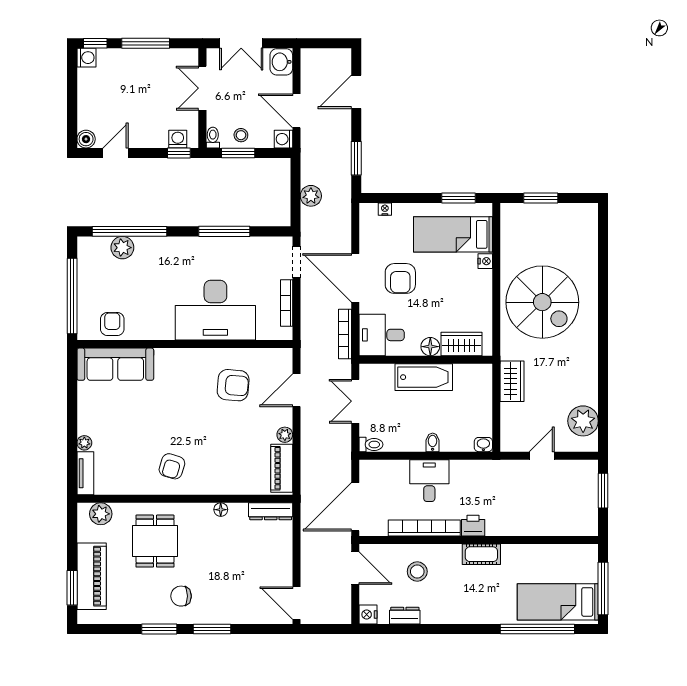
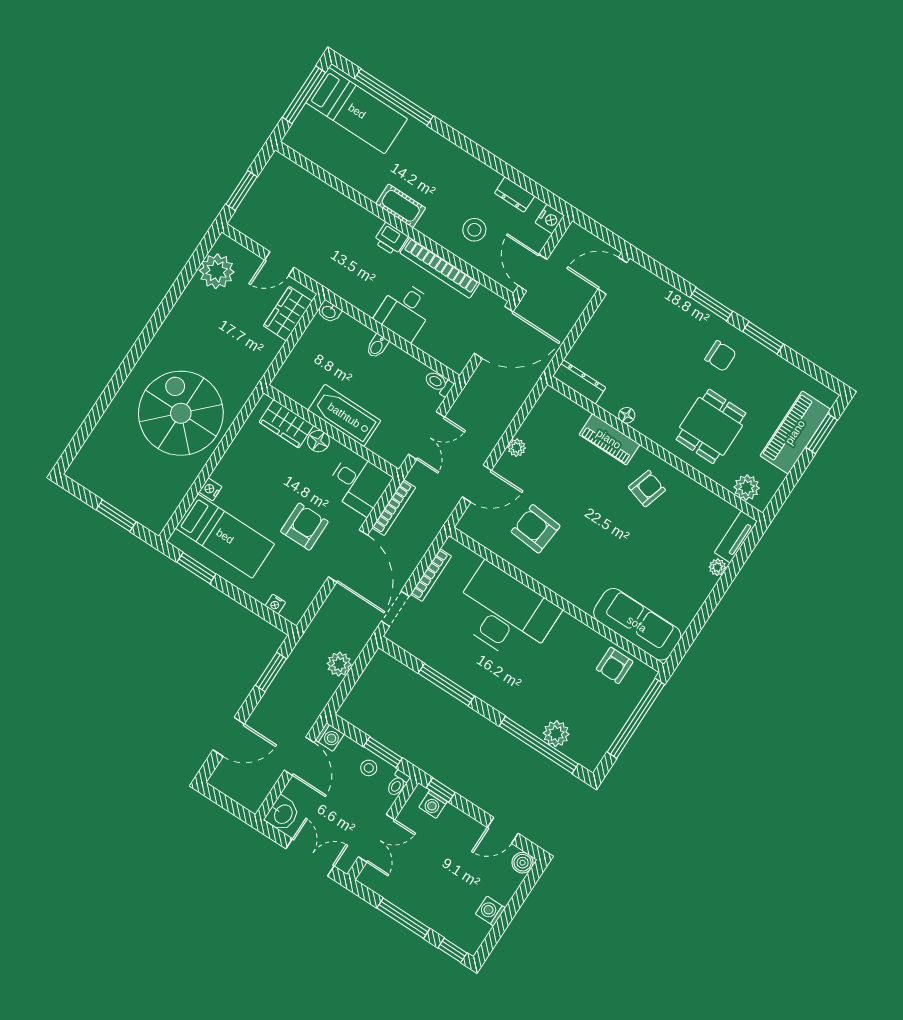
washing machine: (86, 58) -> (490, 911), moved
wardrobe: (512, 381) -> (288, 314), moved
piano: (282, 468) -> (609, 439), moved, turned 90
door: (296, 603) -> (612, 276), swing flipped

